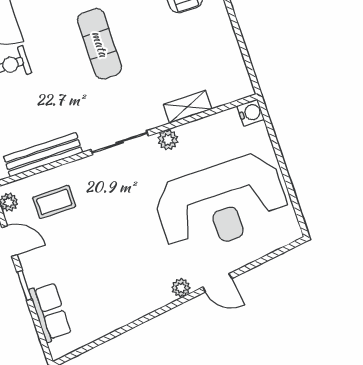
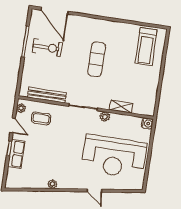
plant: (181, 288) -> (52, 184), moved
row of seats: (50, 312) -> (16, 154), moved

